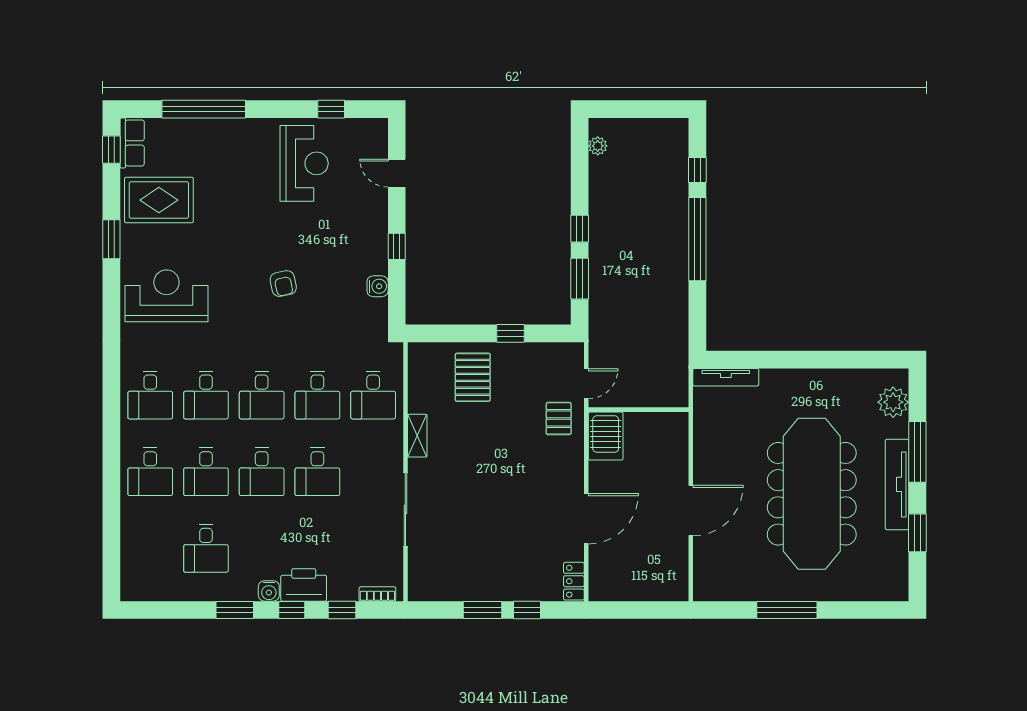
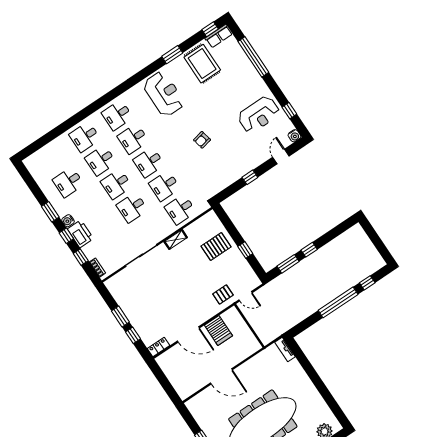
plant: (598, 146) -> (349, 234), removed
water cooler: (378, 286) -> (294, 136), moved
tv unit: (726, 377) -> (285, 349), width x0.71
server rack: (606, 436) -> (218, 331), moved, turned -90

